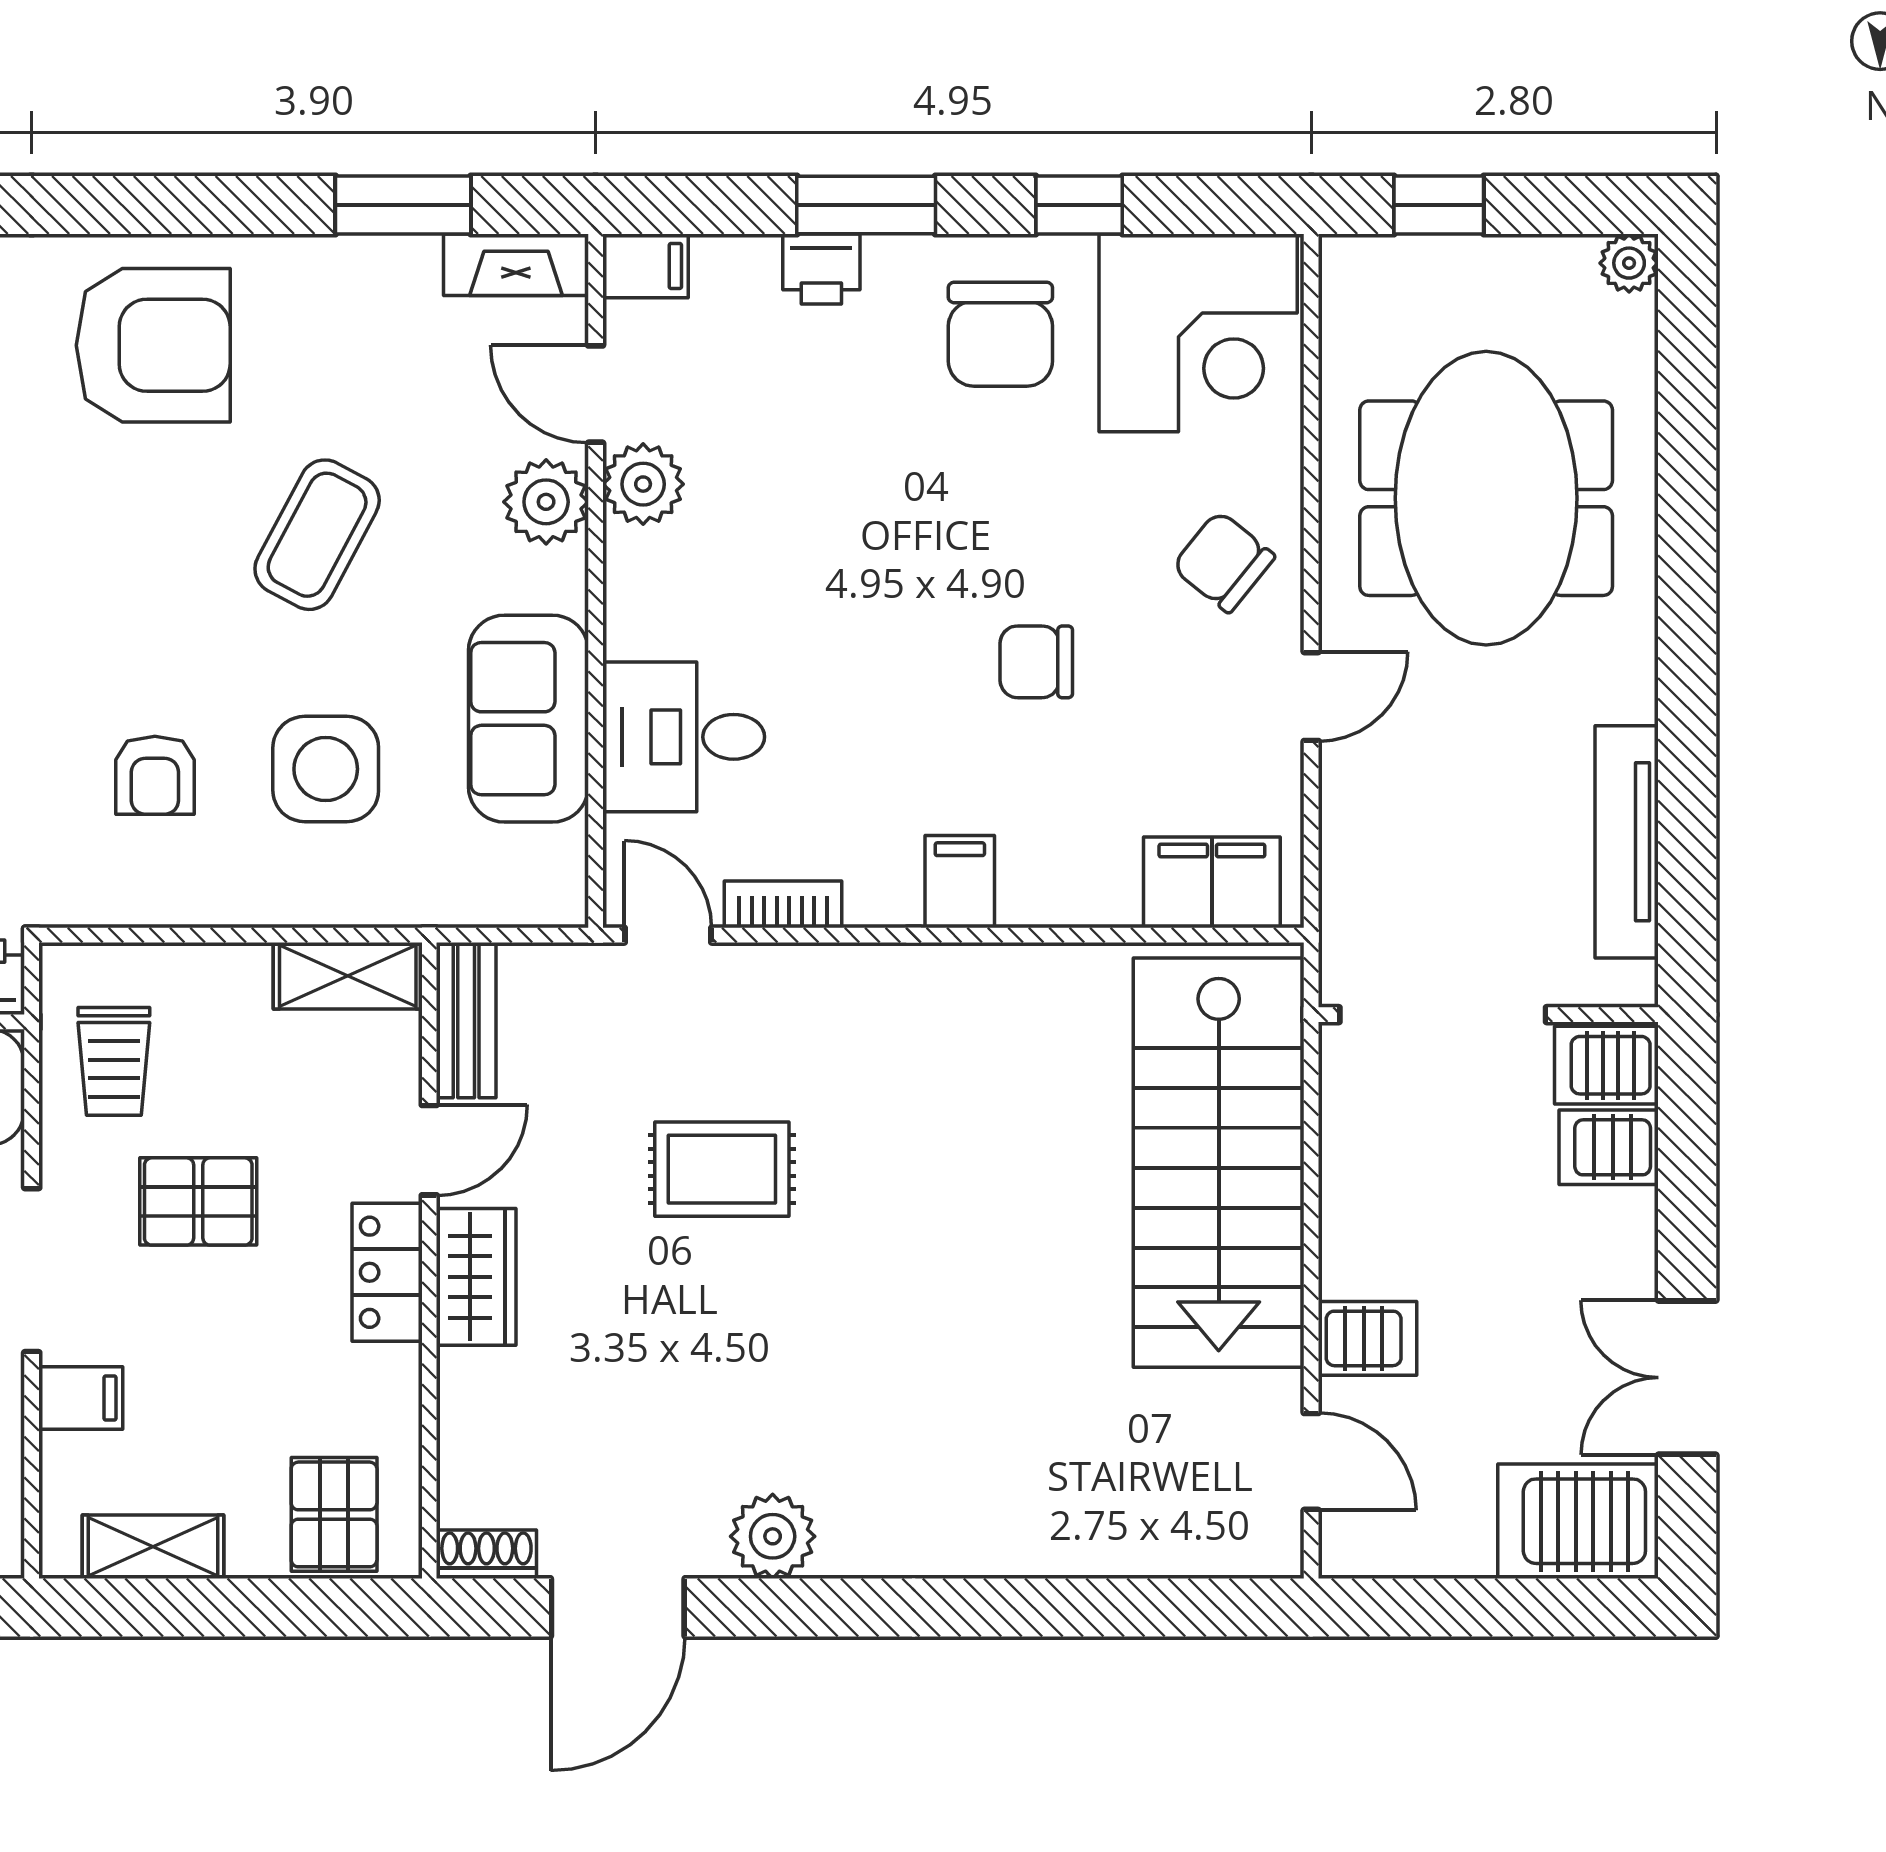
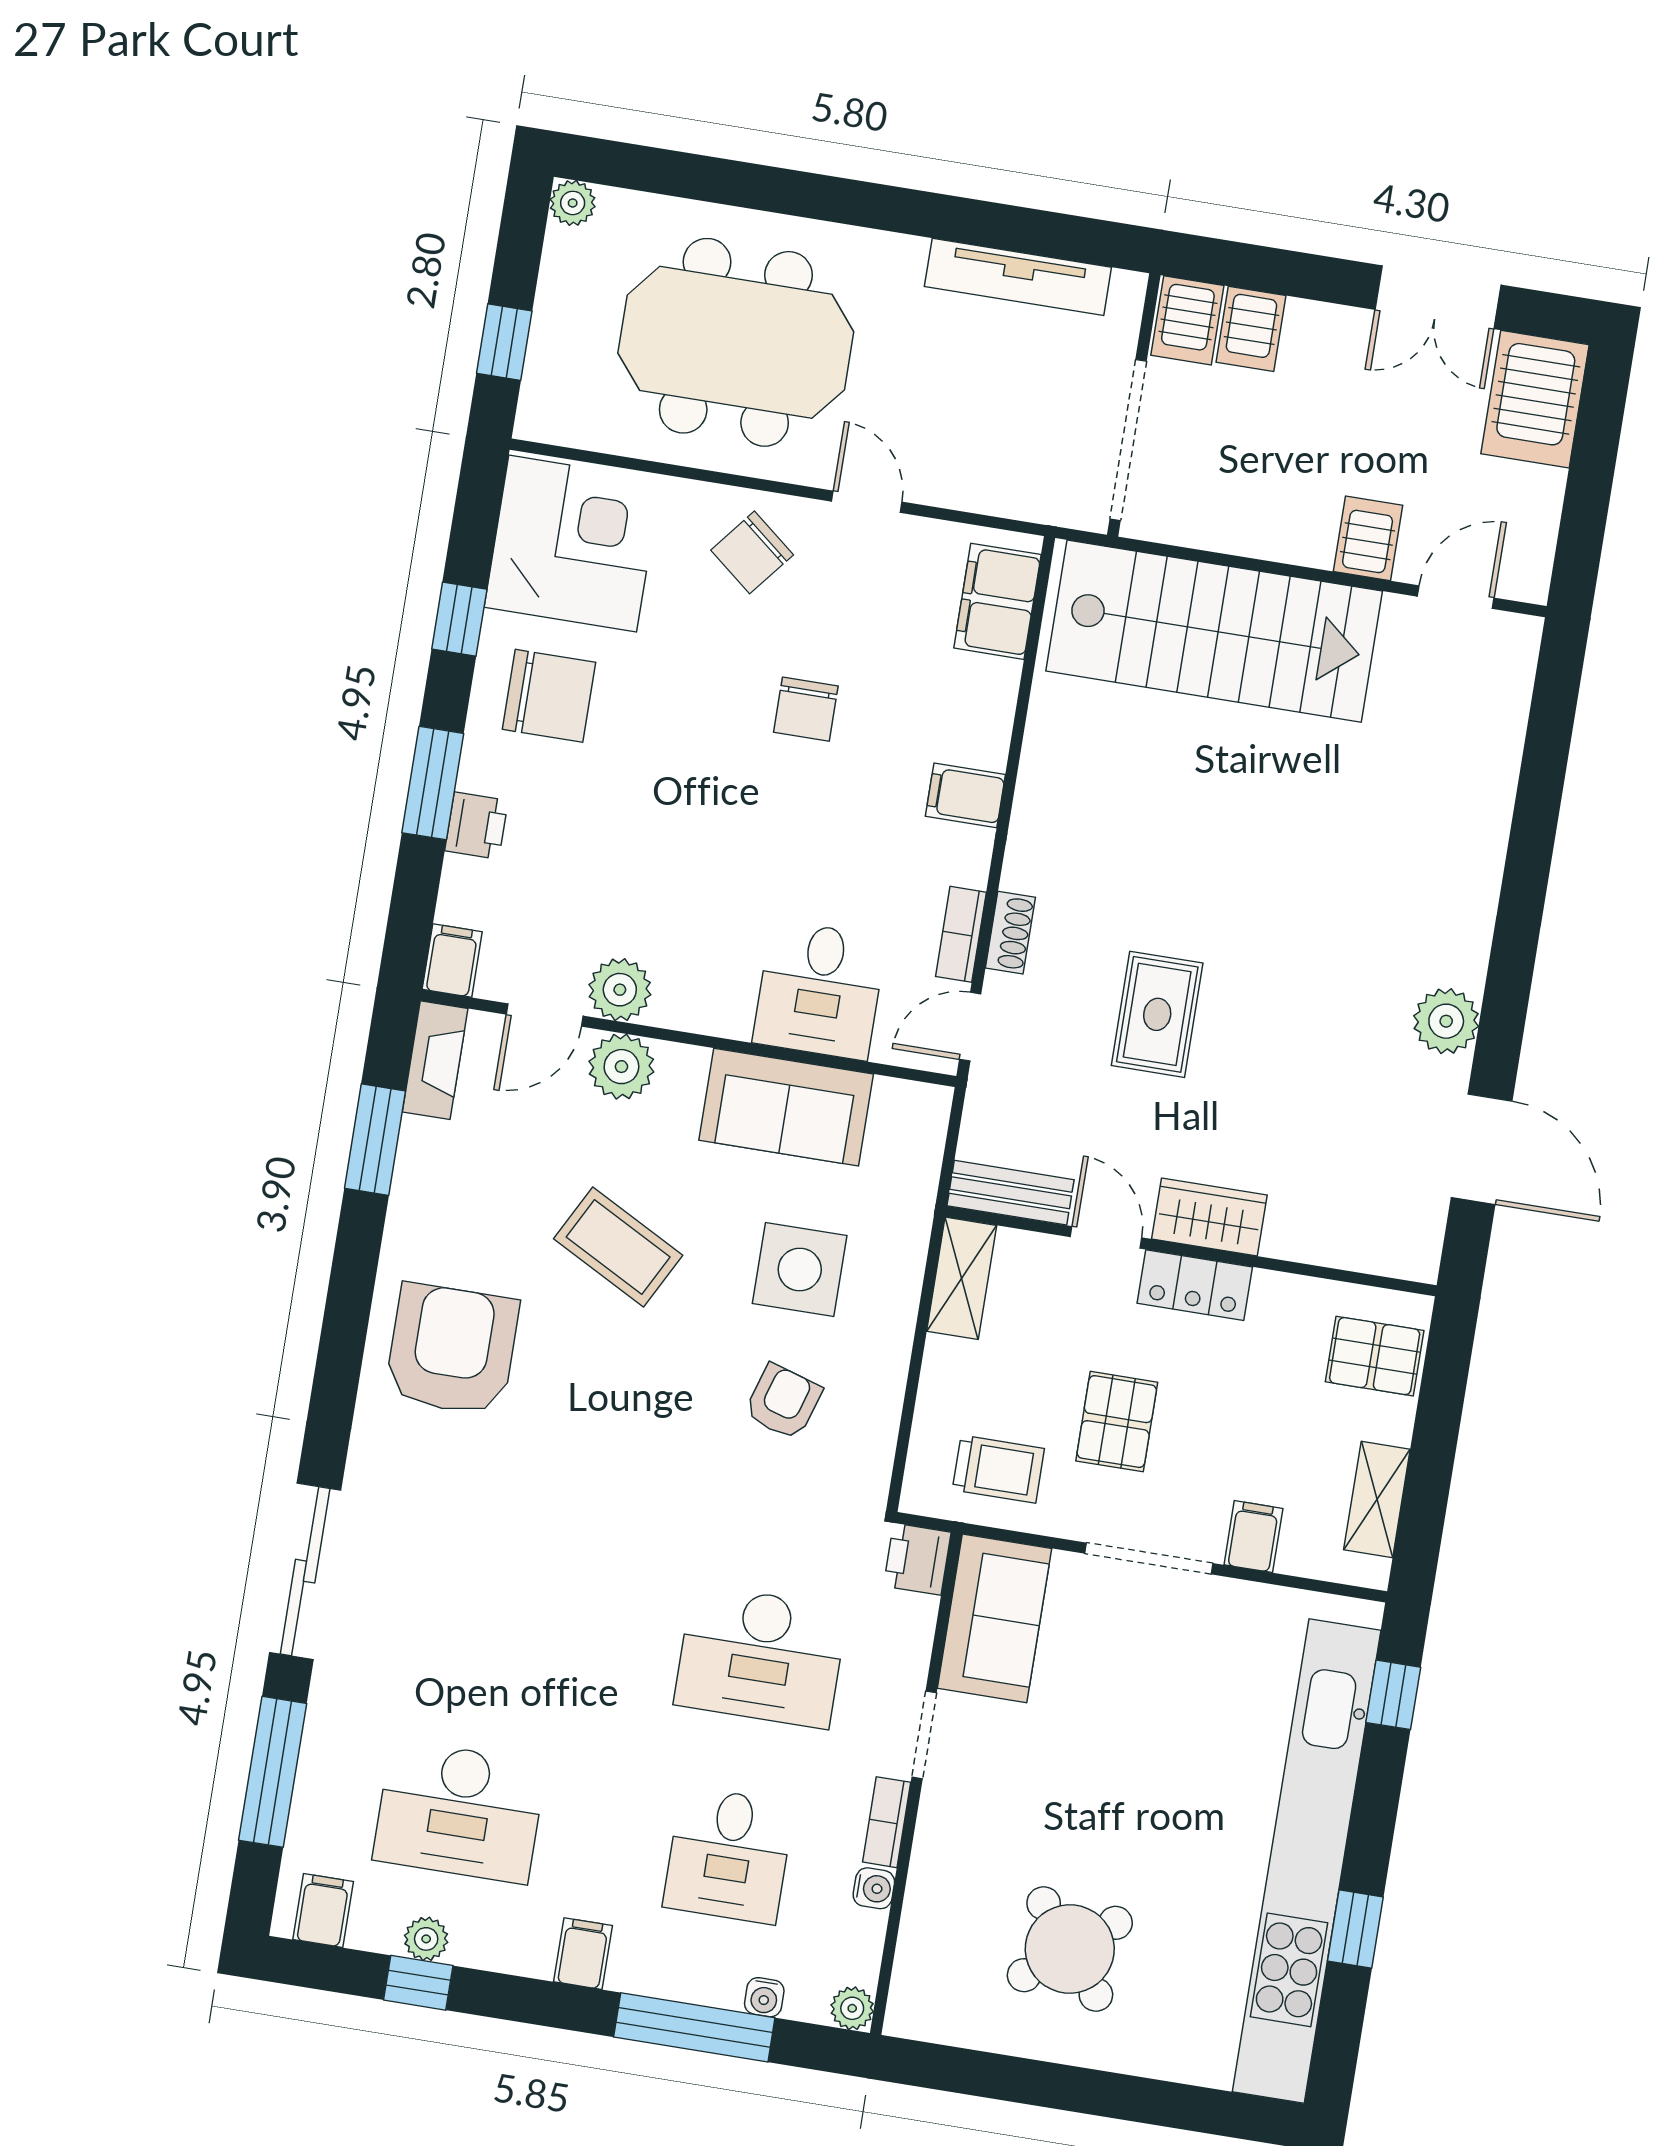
armchair: (155, 775) -> (783, 1402), turned -73
shoe rack: (486, 1554) -> (1010, 933), moved, turned 180

